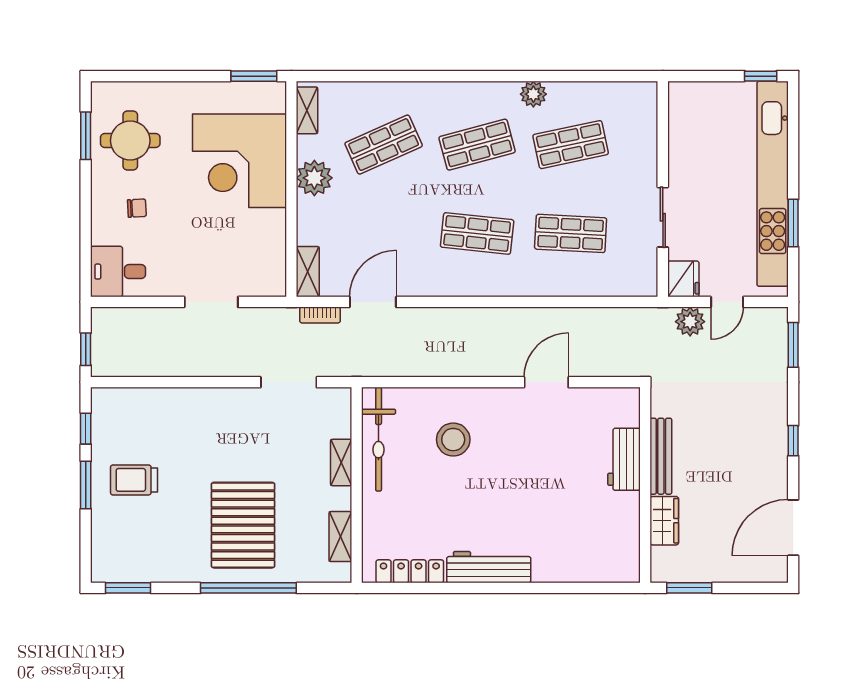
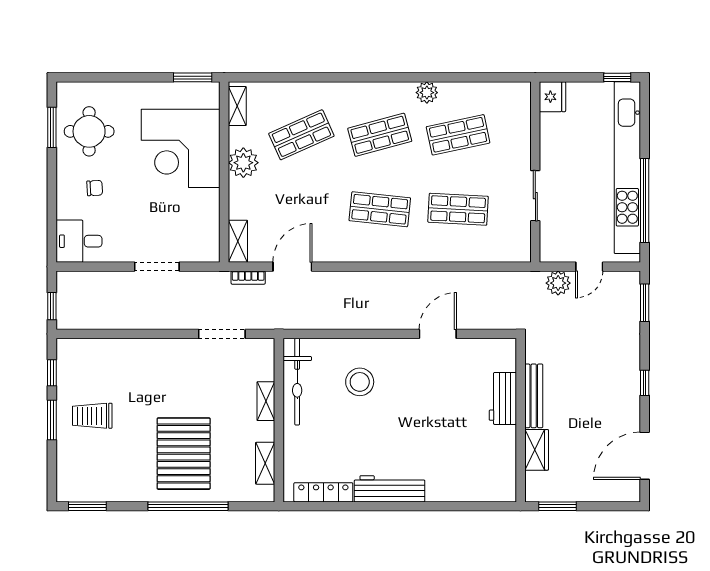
window: (793, 223) -> (645, 201), width x2.11
fridge: (683, 279) -> (552, 97), moved

